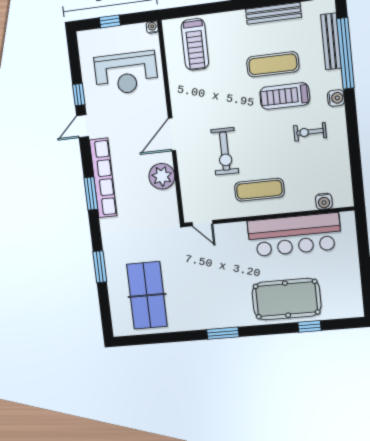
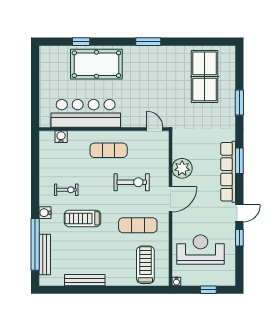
exercise mat: (273, 64) -> (138, 225), moved
treadmill: (285, 96) -> (82, 218), turned 180
exercise bike: (225, 151) -> (132, 182), turned 90

